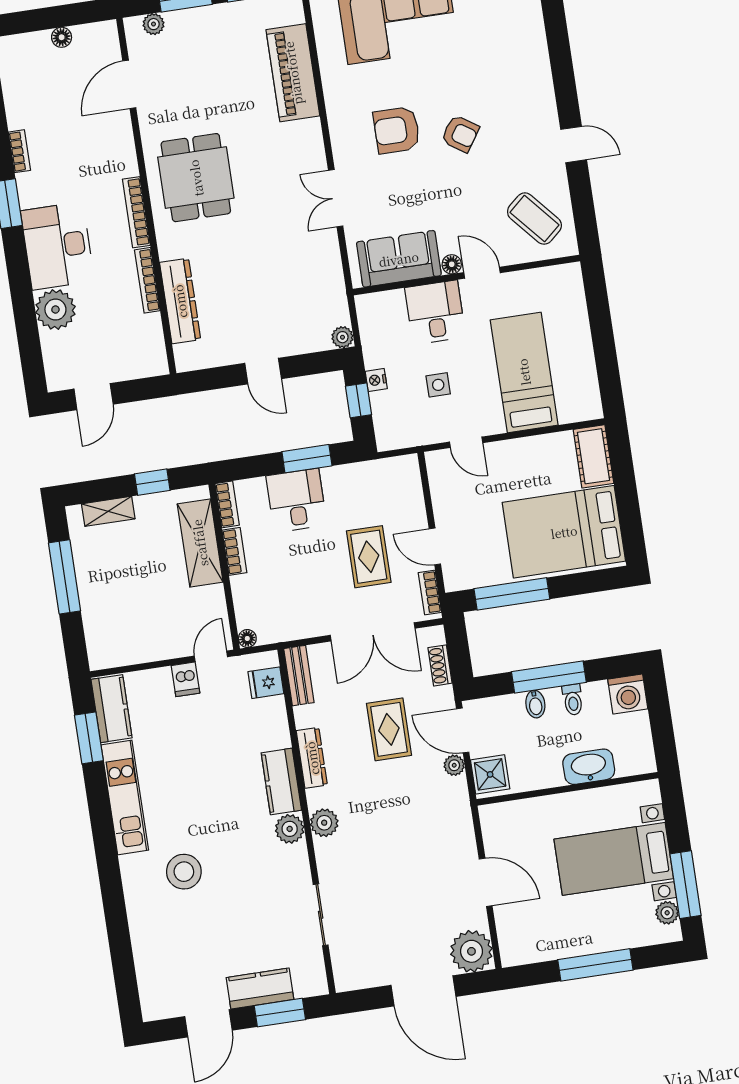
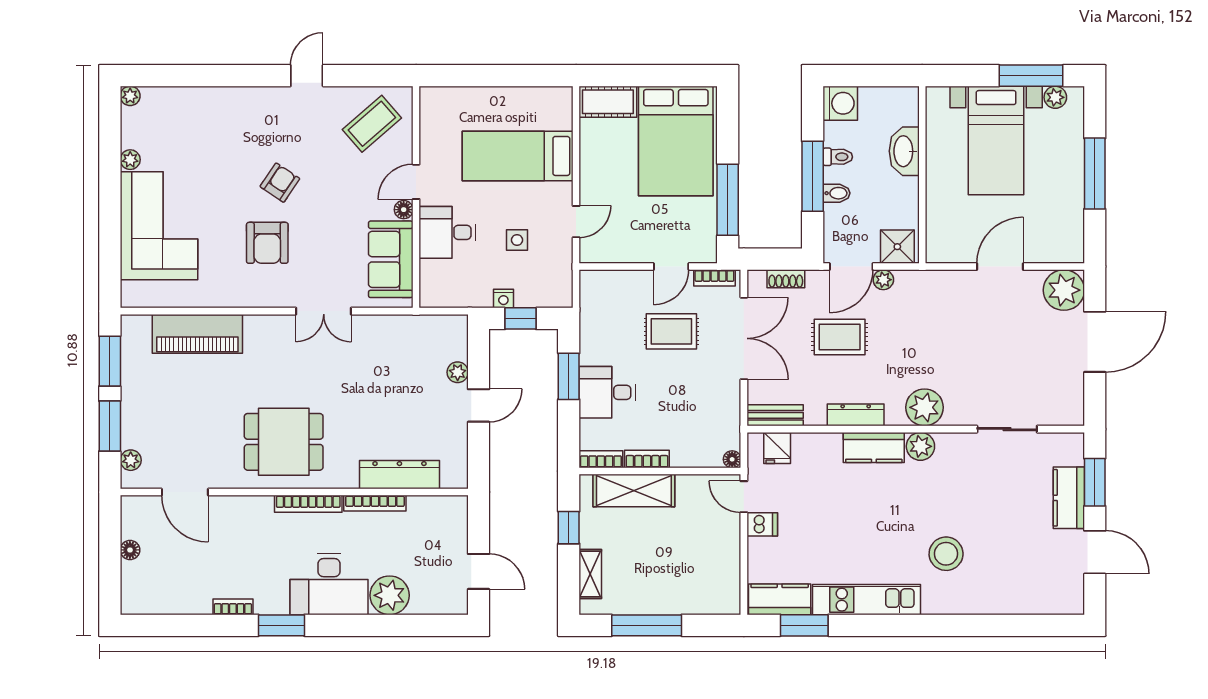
plant: (342, 337) -> (458, 372), moved
plant: (324, 823) -> (924, 407), width x1.36, depth x1.36

